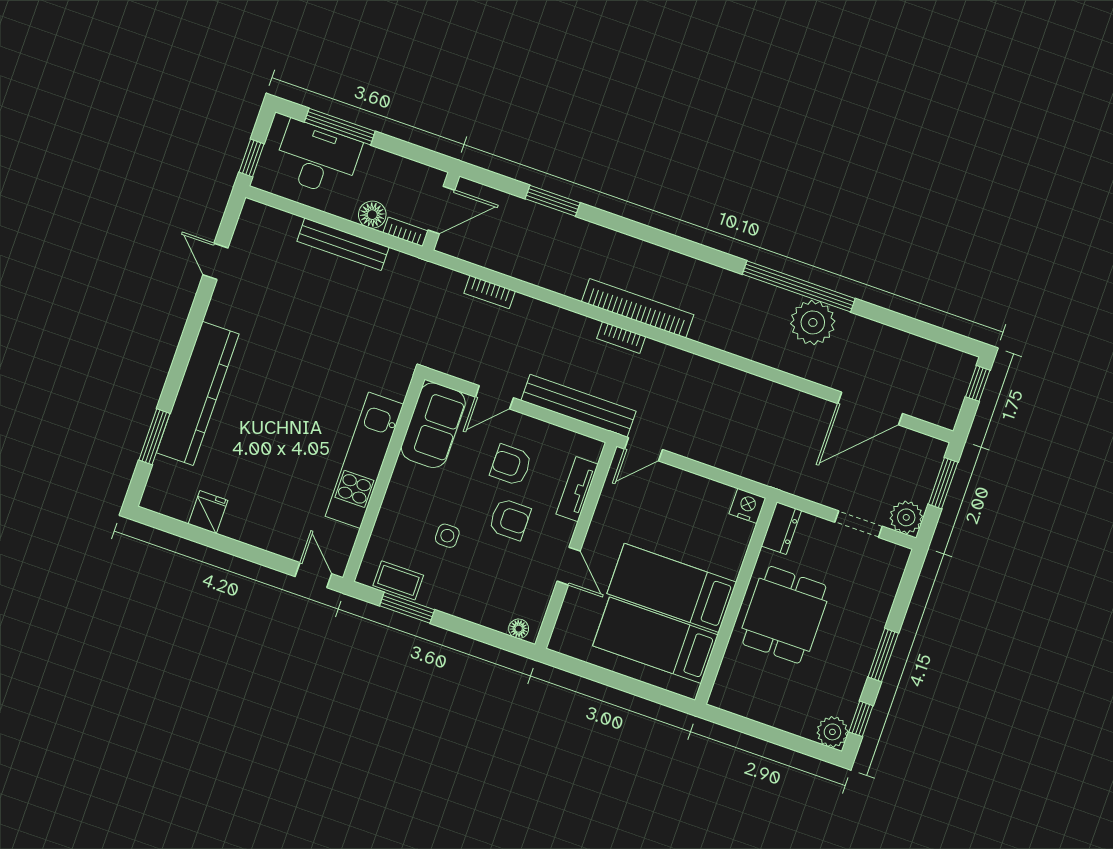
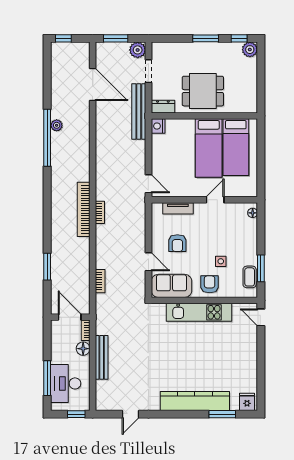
plant: (813, 322) -> (57, 125), width x0.53, depth x0.53
bench: (579, 406) -> (139, 112), moved
fridge: (208, 512) -> (247, 402), moved, turned 90
armchair: (510, 519) -> (210, 284), moved
door: (313, 575) -> (261, 317), hinge flipped

